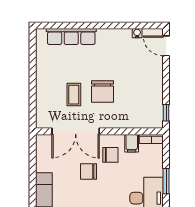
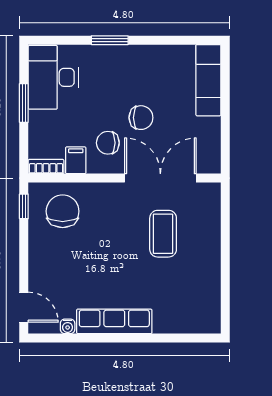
row of seats: (71, 36) -> (114, 321), moved
chair: (102, 92) -> (63, 211), moved
coffee table: (74, 95) -> (163, 234), width x1.36, depth x1.30

